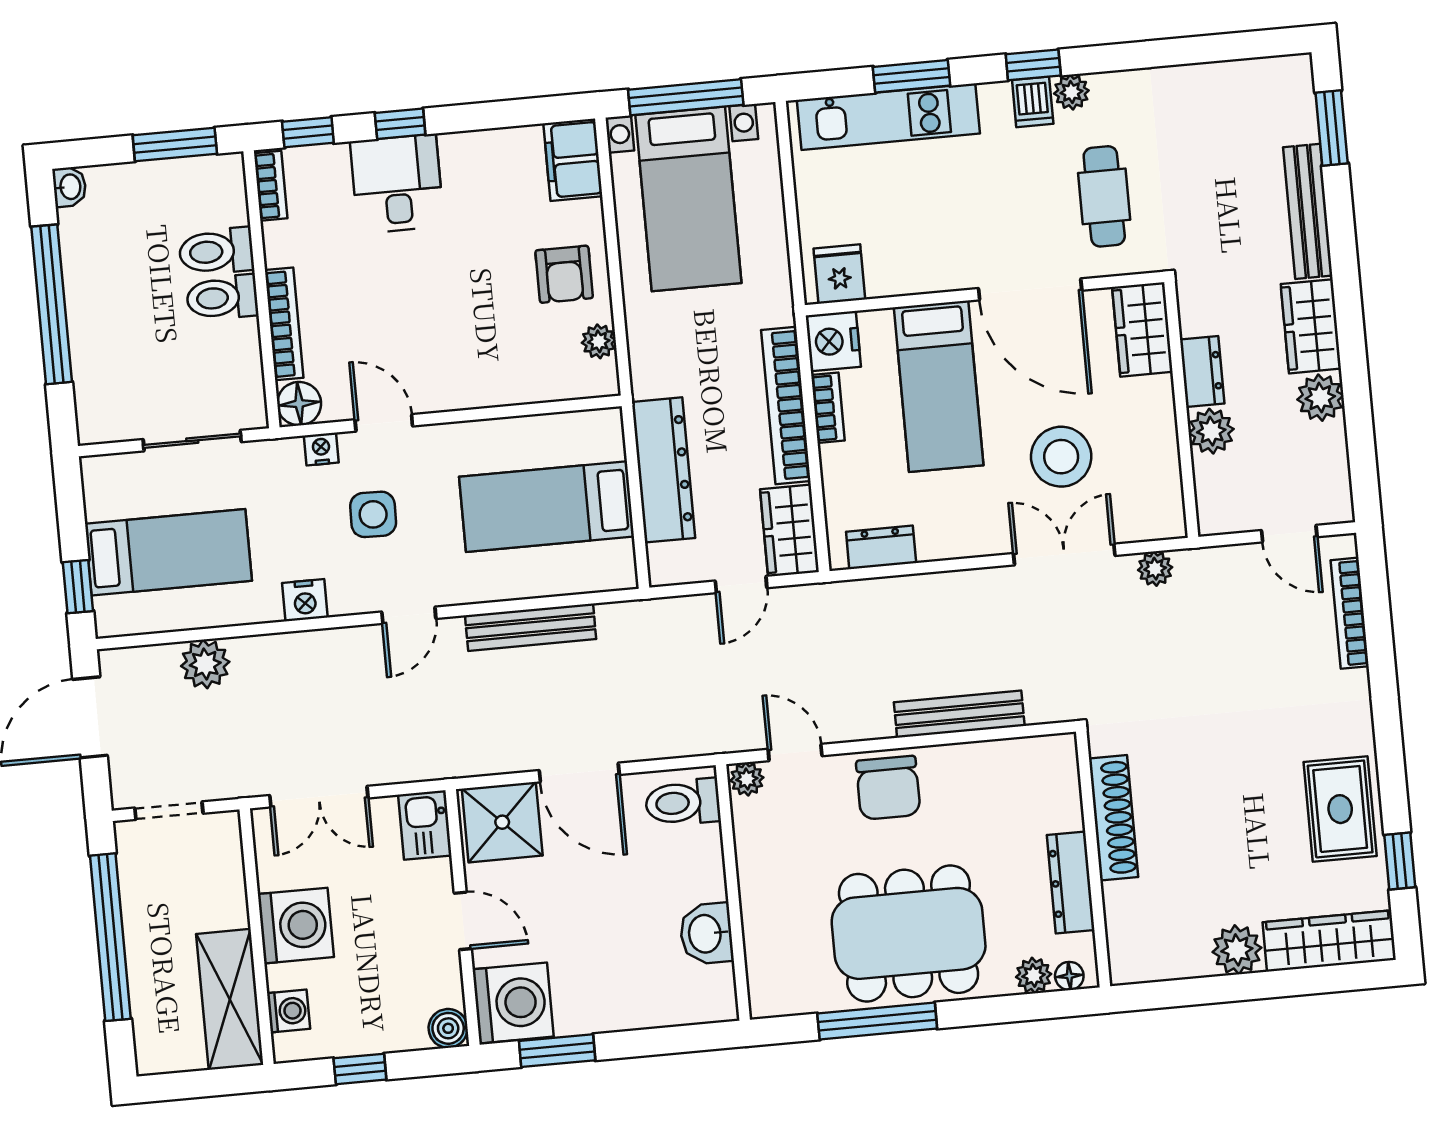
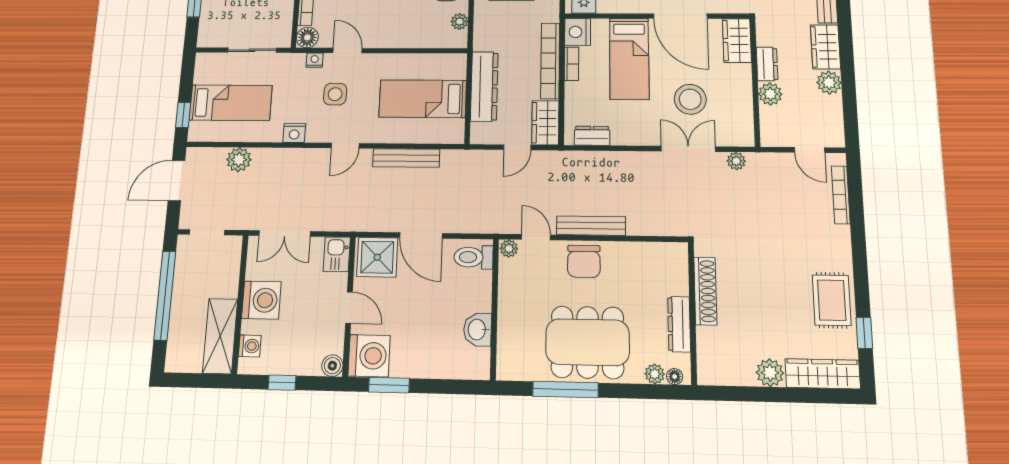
bench: (959, 714) -> (591, 226), moved

